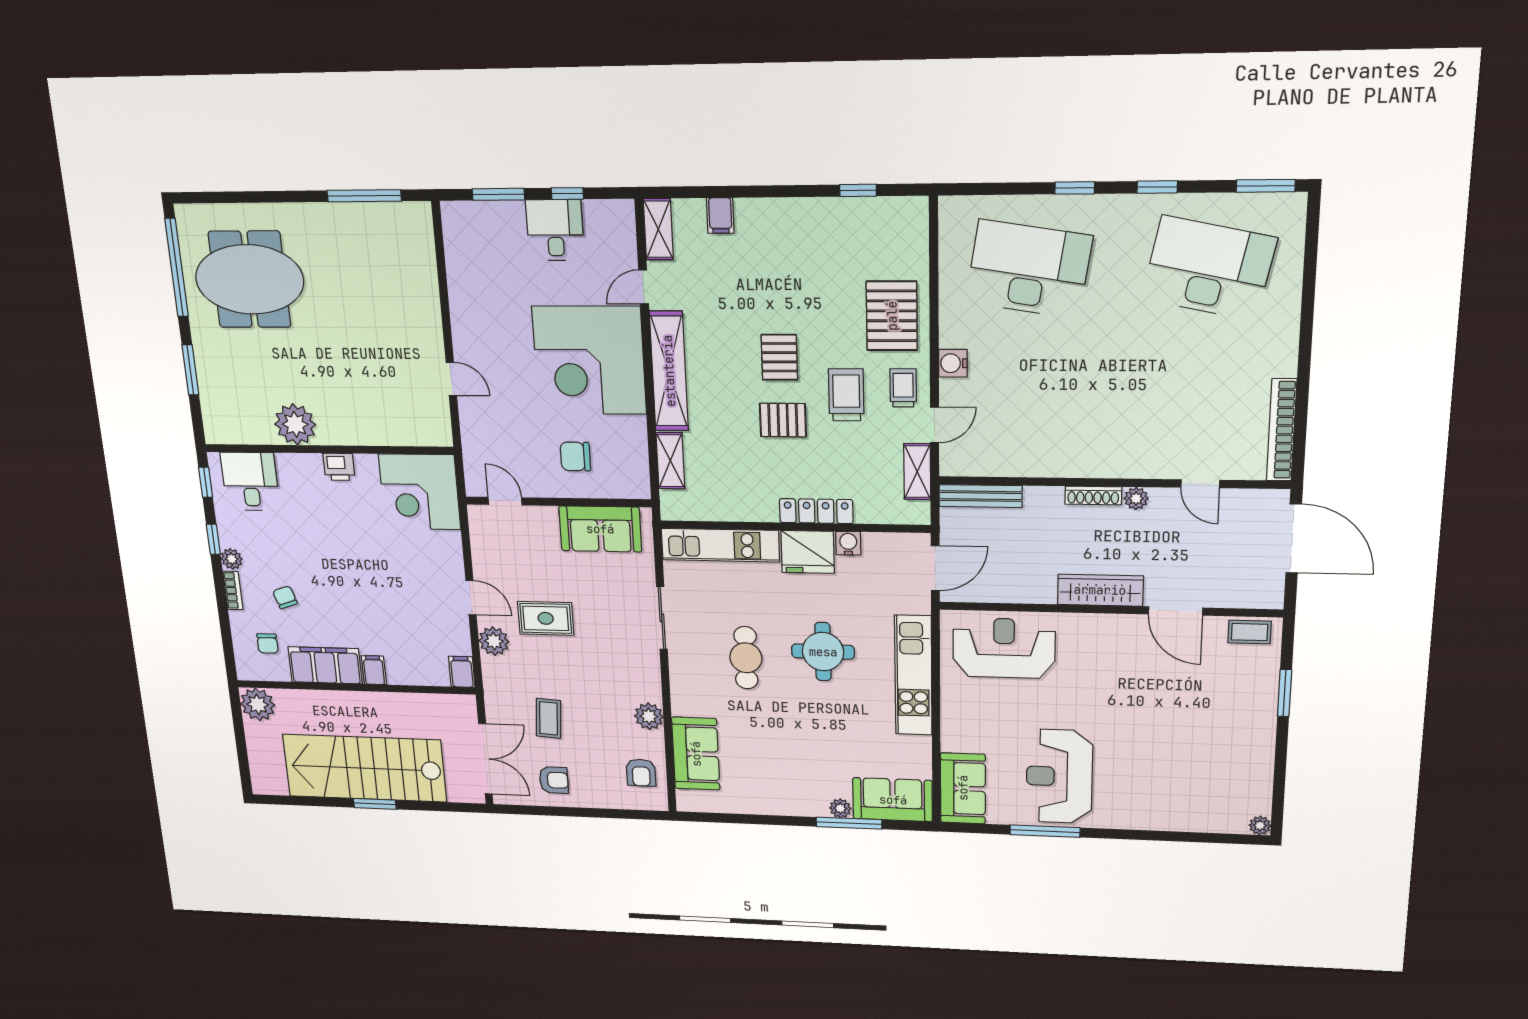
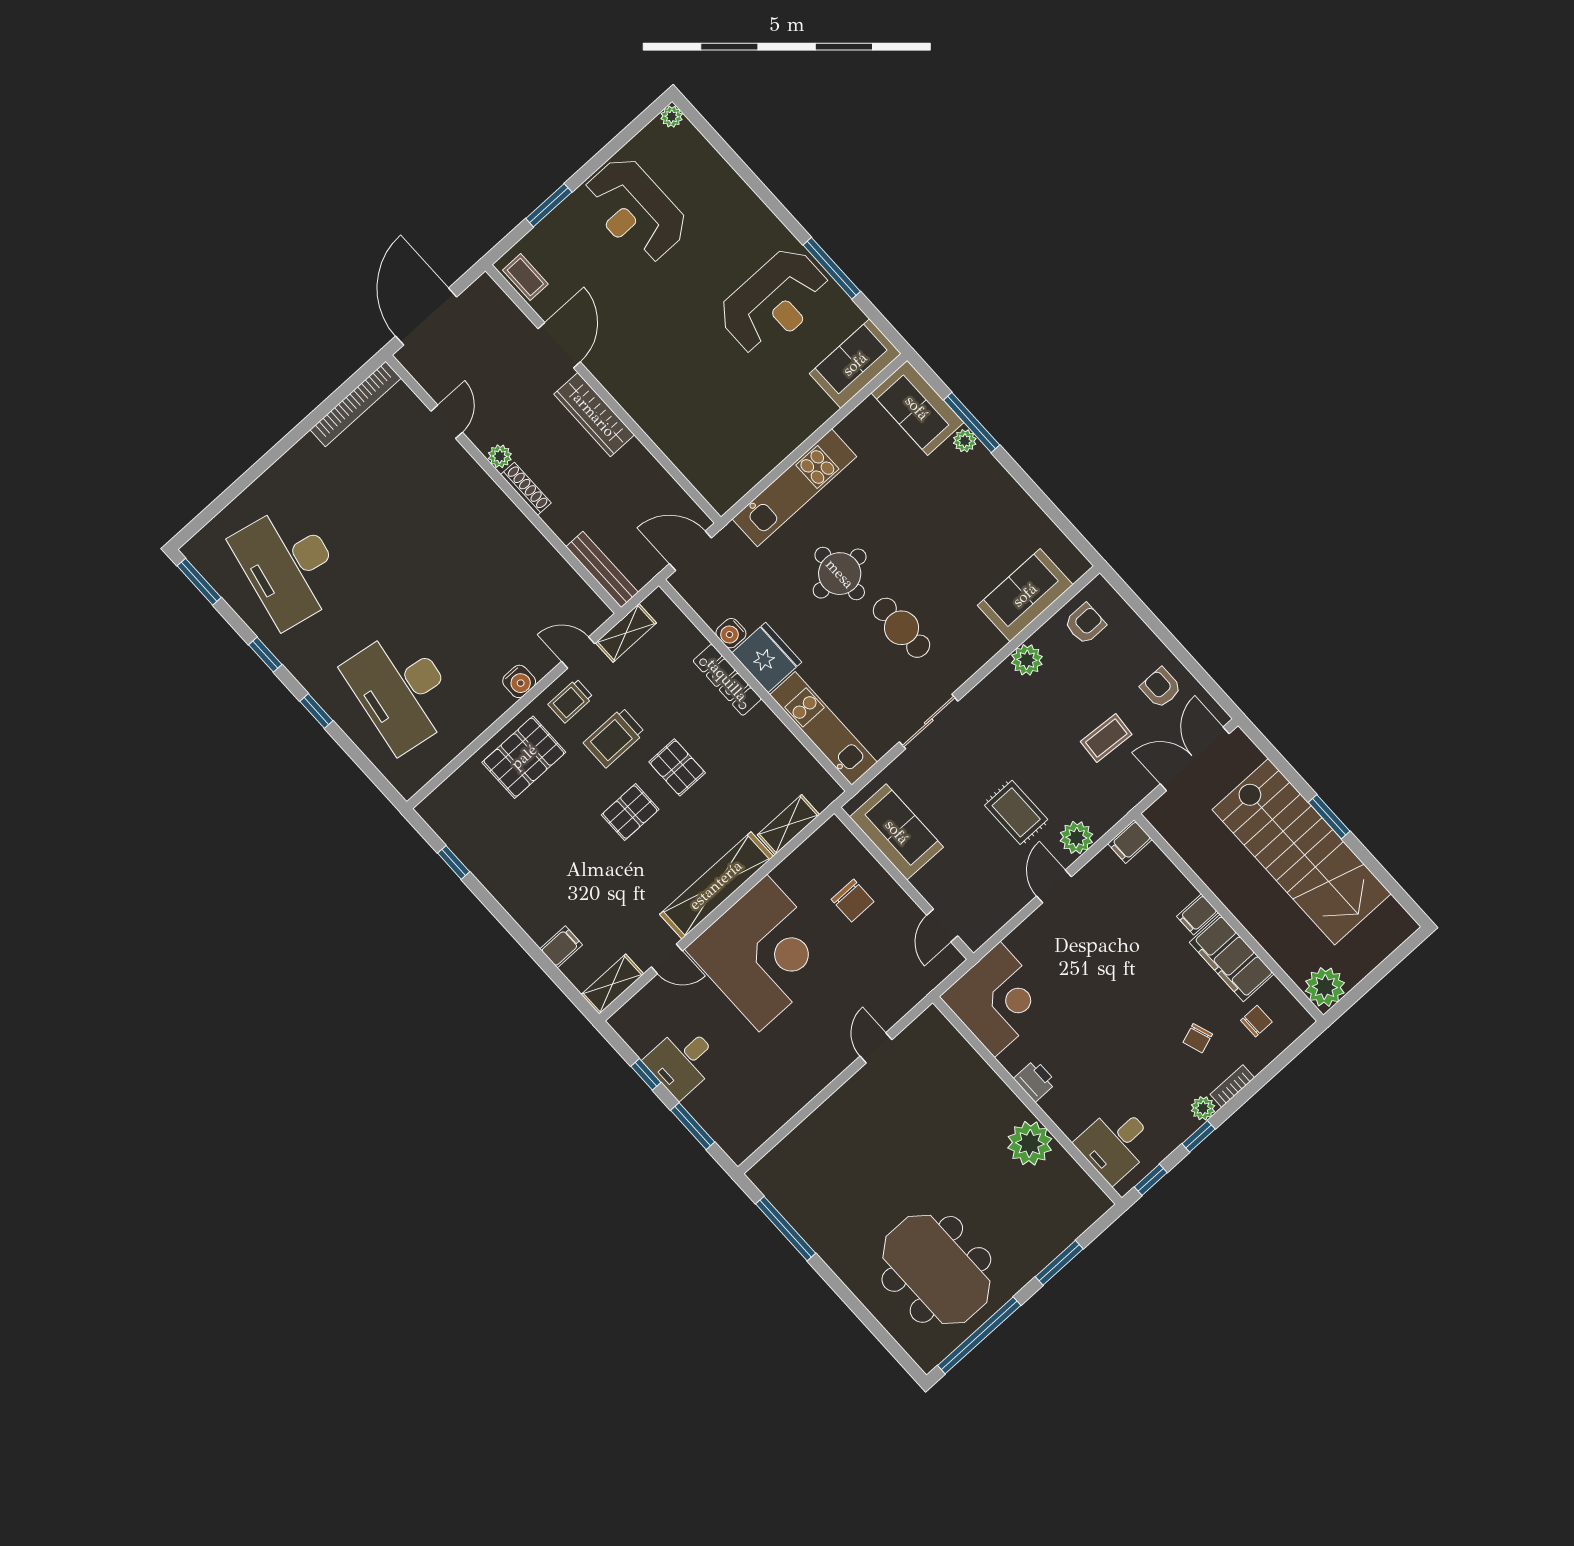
reception desk: (1004, 648) -> (635, 210), moved
cafe table: (746, 658) -> (901, 628), turned 90

